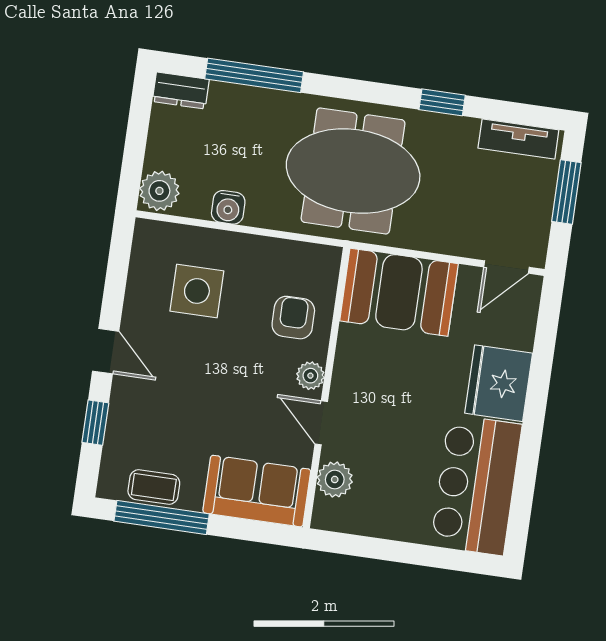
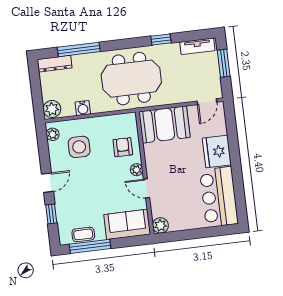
dresser: (181, 91) -> (55, 64), width x1.44
plant: (146, 247) -> (53, 134), added
door: (106, 351) -> (48, 183), hinge flipped
plant: (335, 480) -> (160, 225), moved

